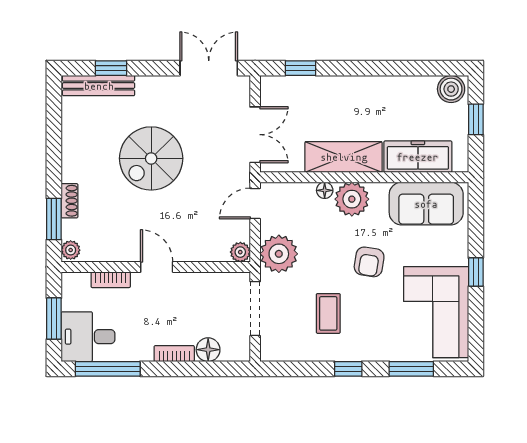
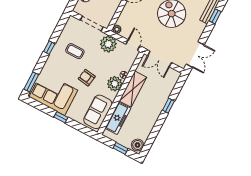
window: (301, 68) -> (168, 106), moved
window: (411, 369) -> (31, 82), moved

